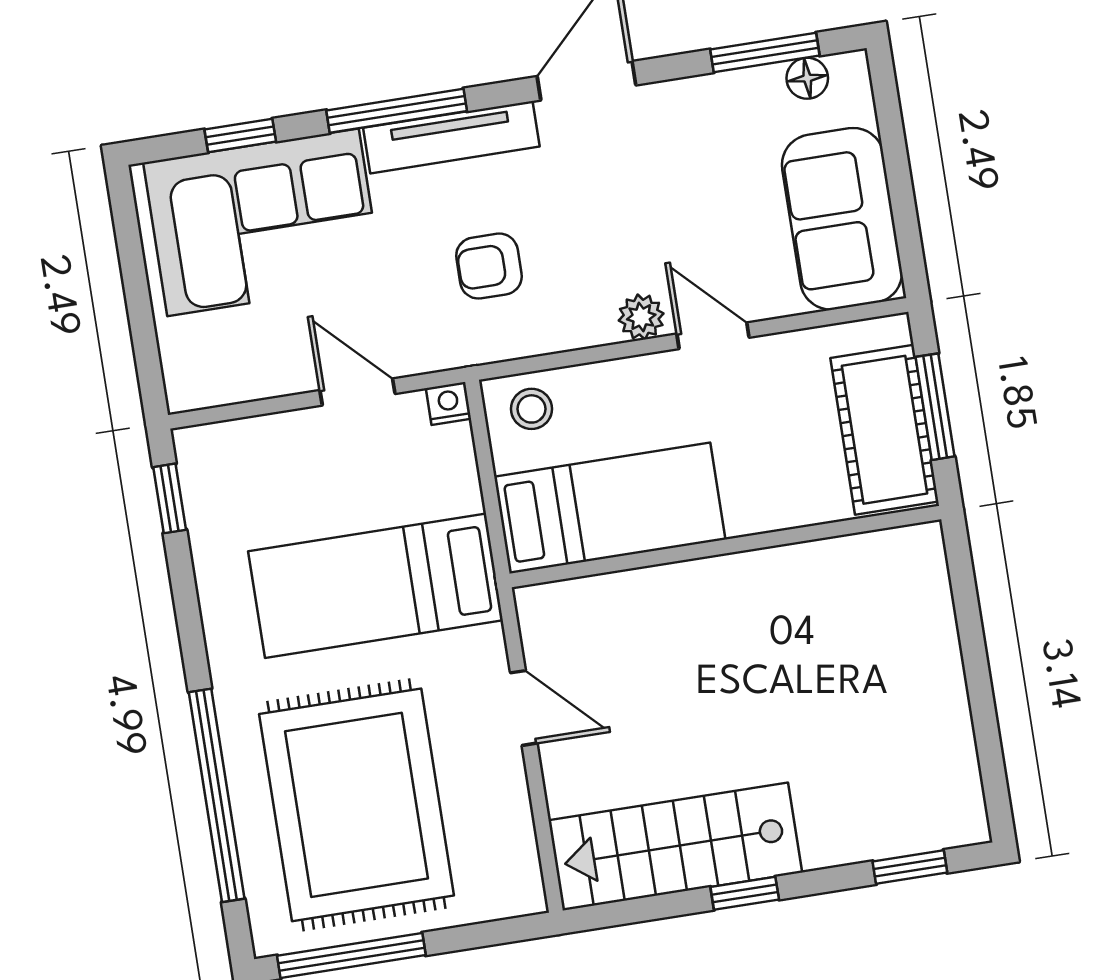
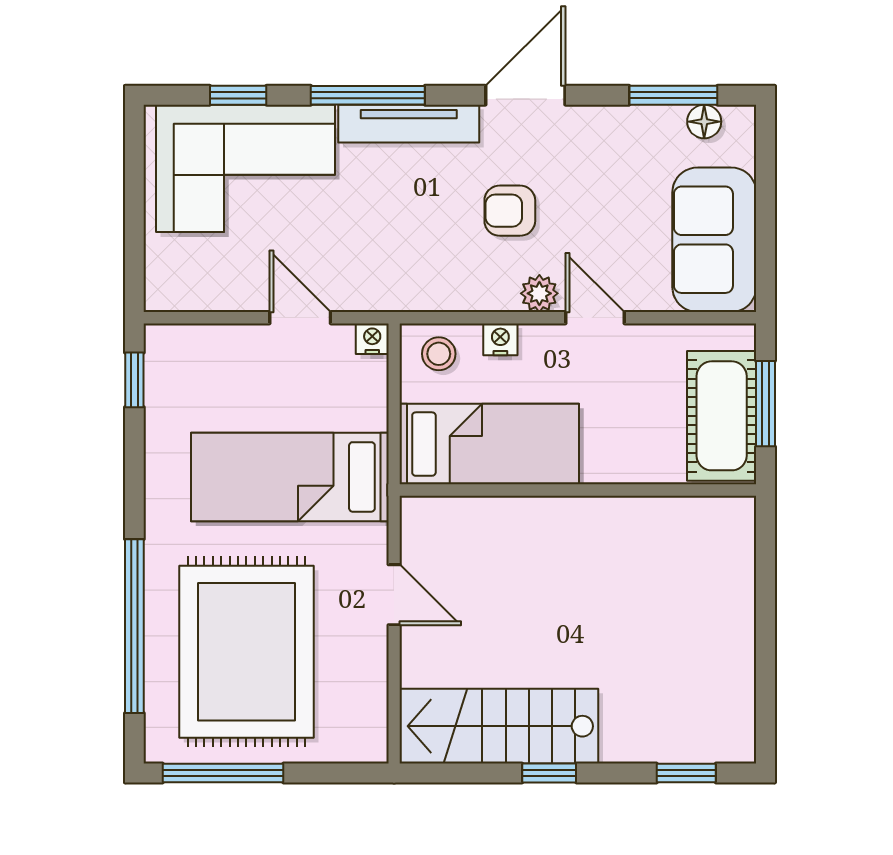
armchair: (489, 266) -> (510, 211), moved
nightstand: (603, 380) -> (500, 339), added

